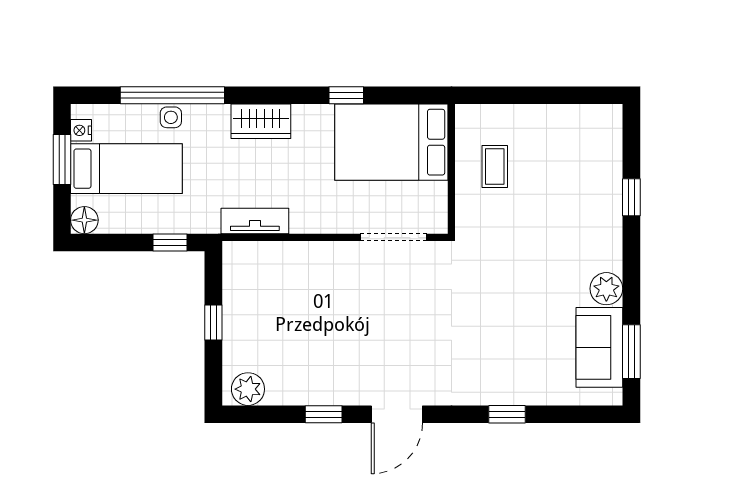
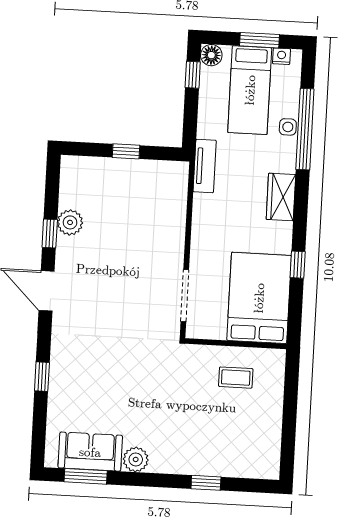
tv unit: (255, 221) -> (205, 166), moved
window: (170, 243) -> (193, 75), moved
plant: (248, 389) -> (70, 222), moved

